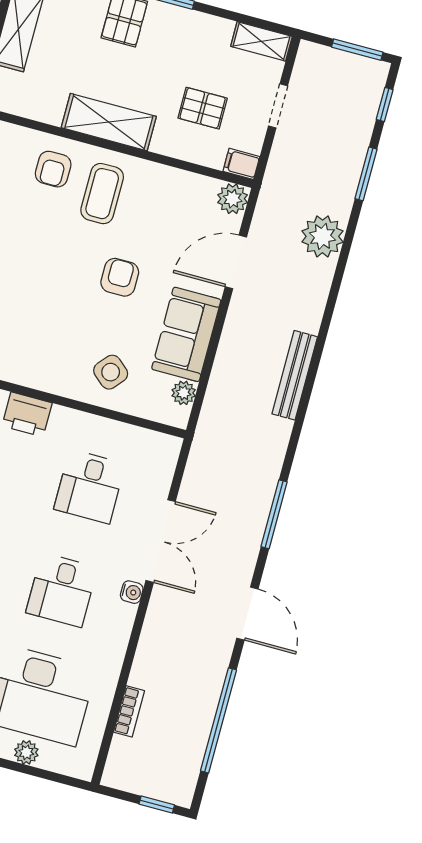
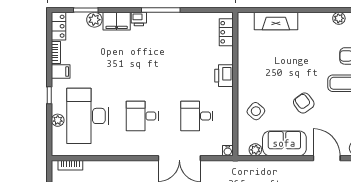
armchair: (120, 277) -> (304, 103), turned -126
water cooler: (132, 592) -> (228, 151), moved
bookcase: (129, 711) -> (70, 165), moved

